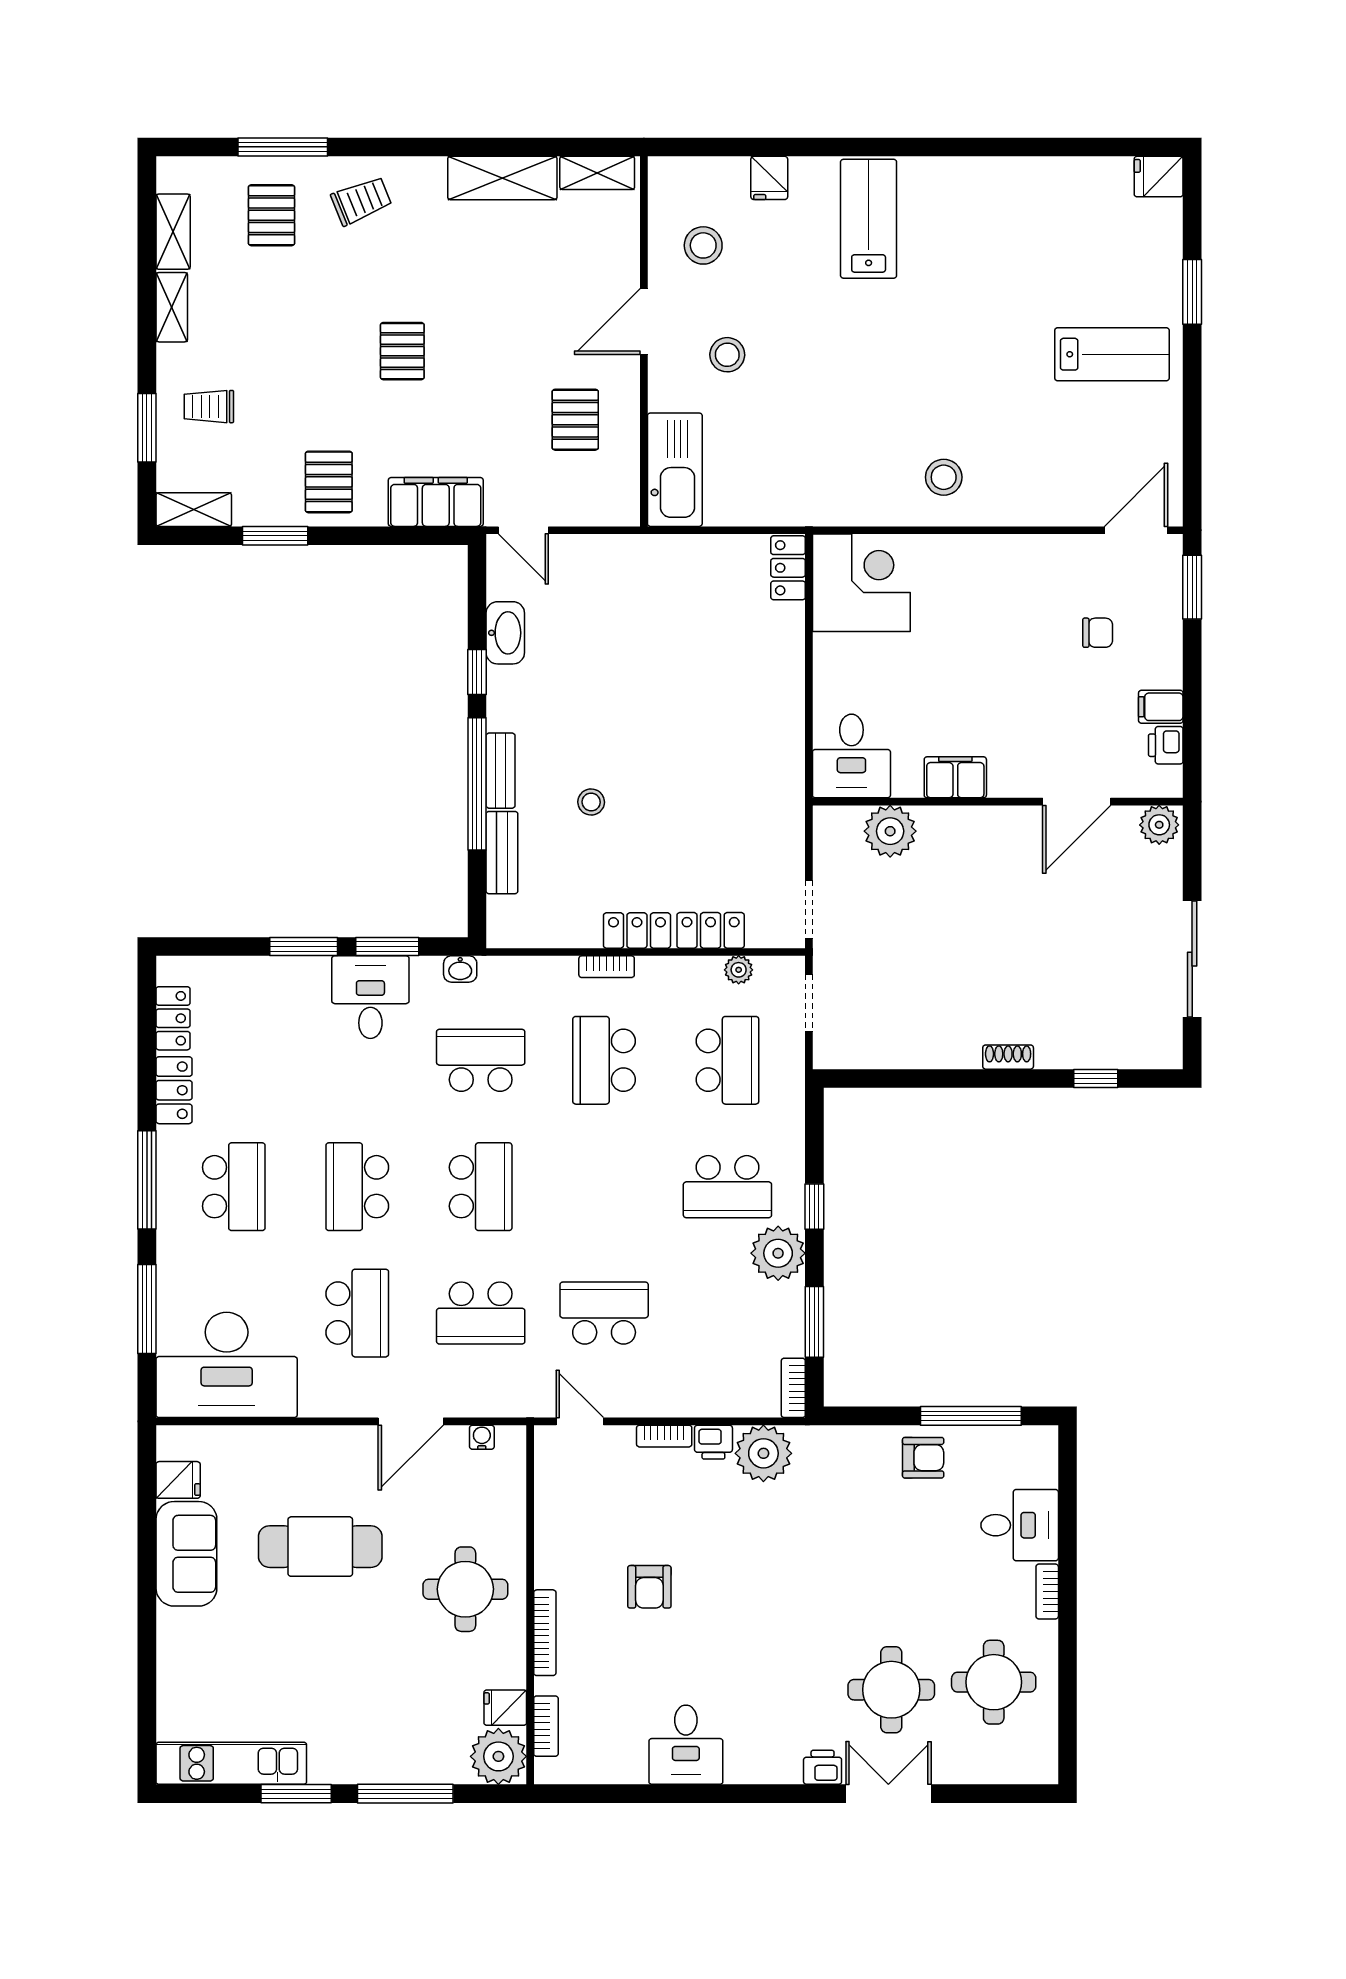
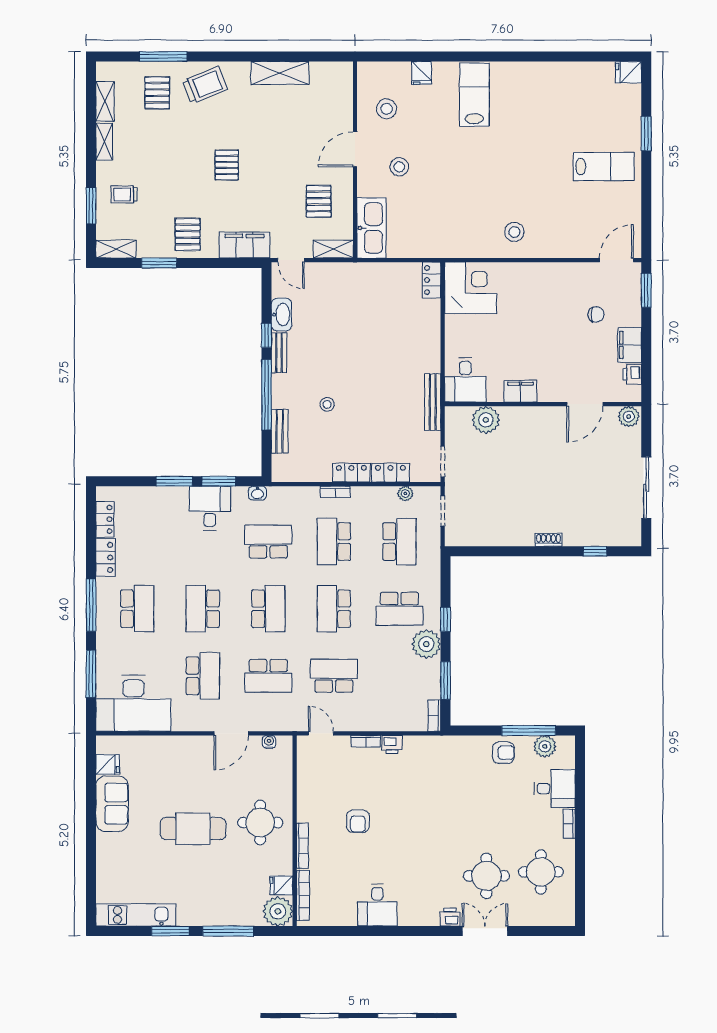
shelving: (597, 173) -> (333, 249), moved
trolley: (361, 201) -> (205, 85), width x1.36, depth x1.39
filing cabinet: (1161, 707) -> (630, 345), width x2.00
bench: (501, 771) -> (279, 353), moved
bench: (790, 798) -> (433, 402), added
school desk: (604, 1187) -> (334, 609), added
plant: (763, 1453) -> (545, 746), moved, width x0.73, depth x0.73
cafe table: (320, 1547) -> (193, 829), moved
bookcase: (546, 1726) -> (303, 895), width x1.56

